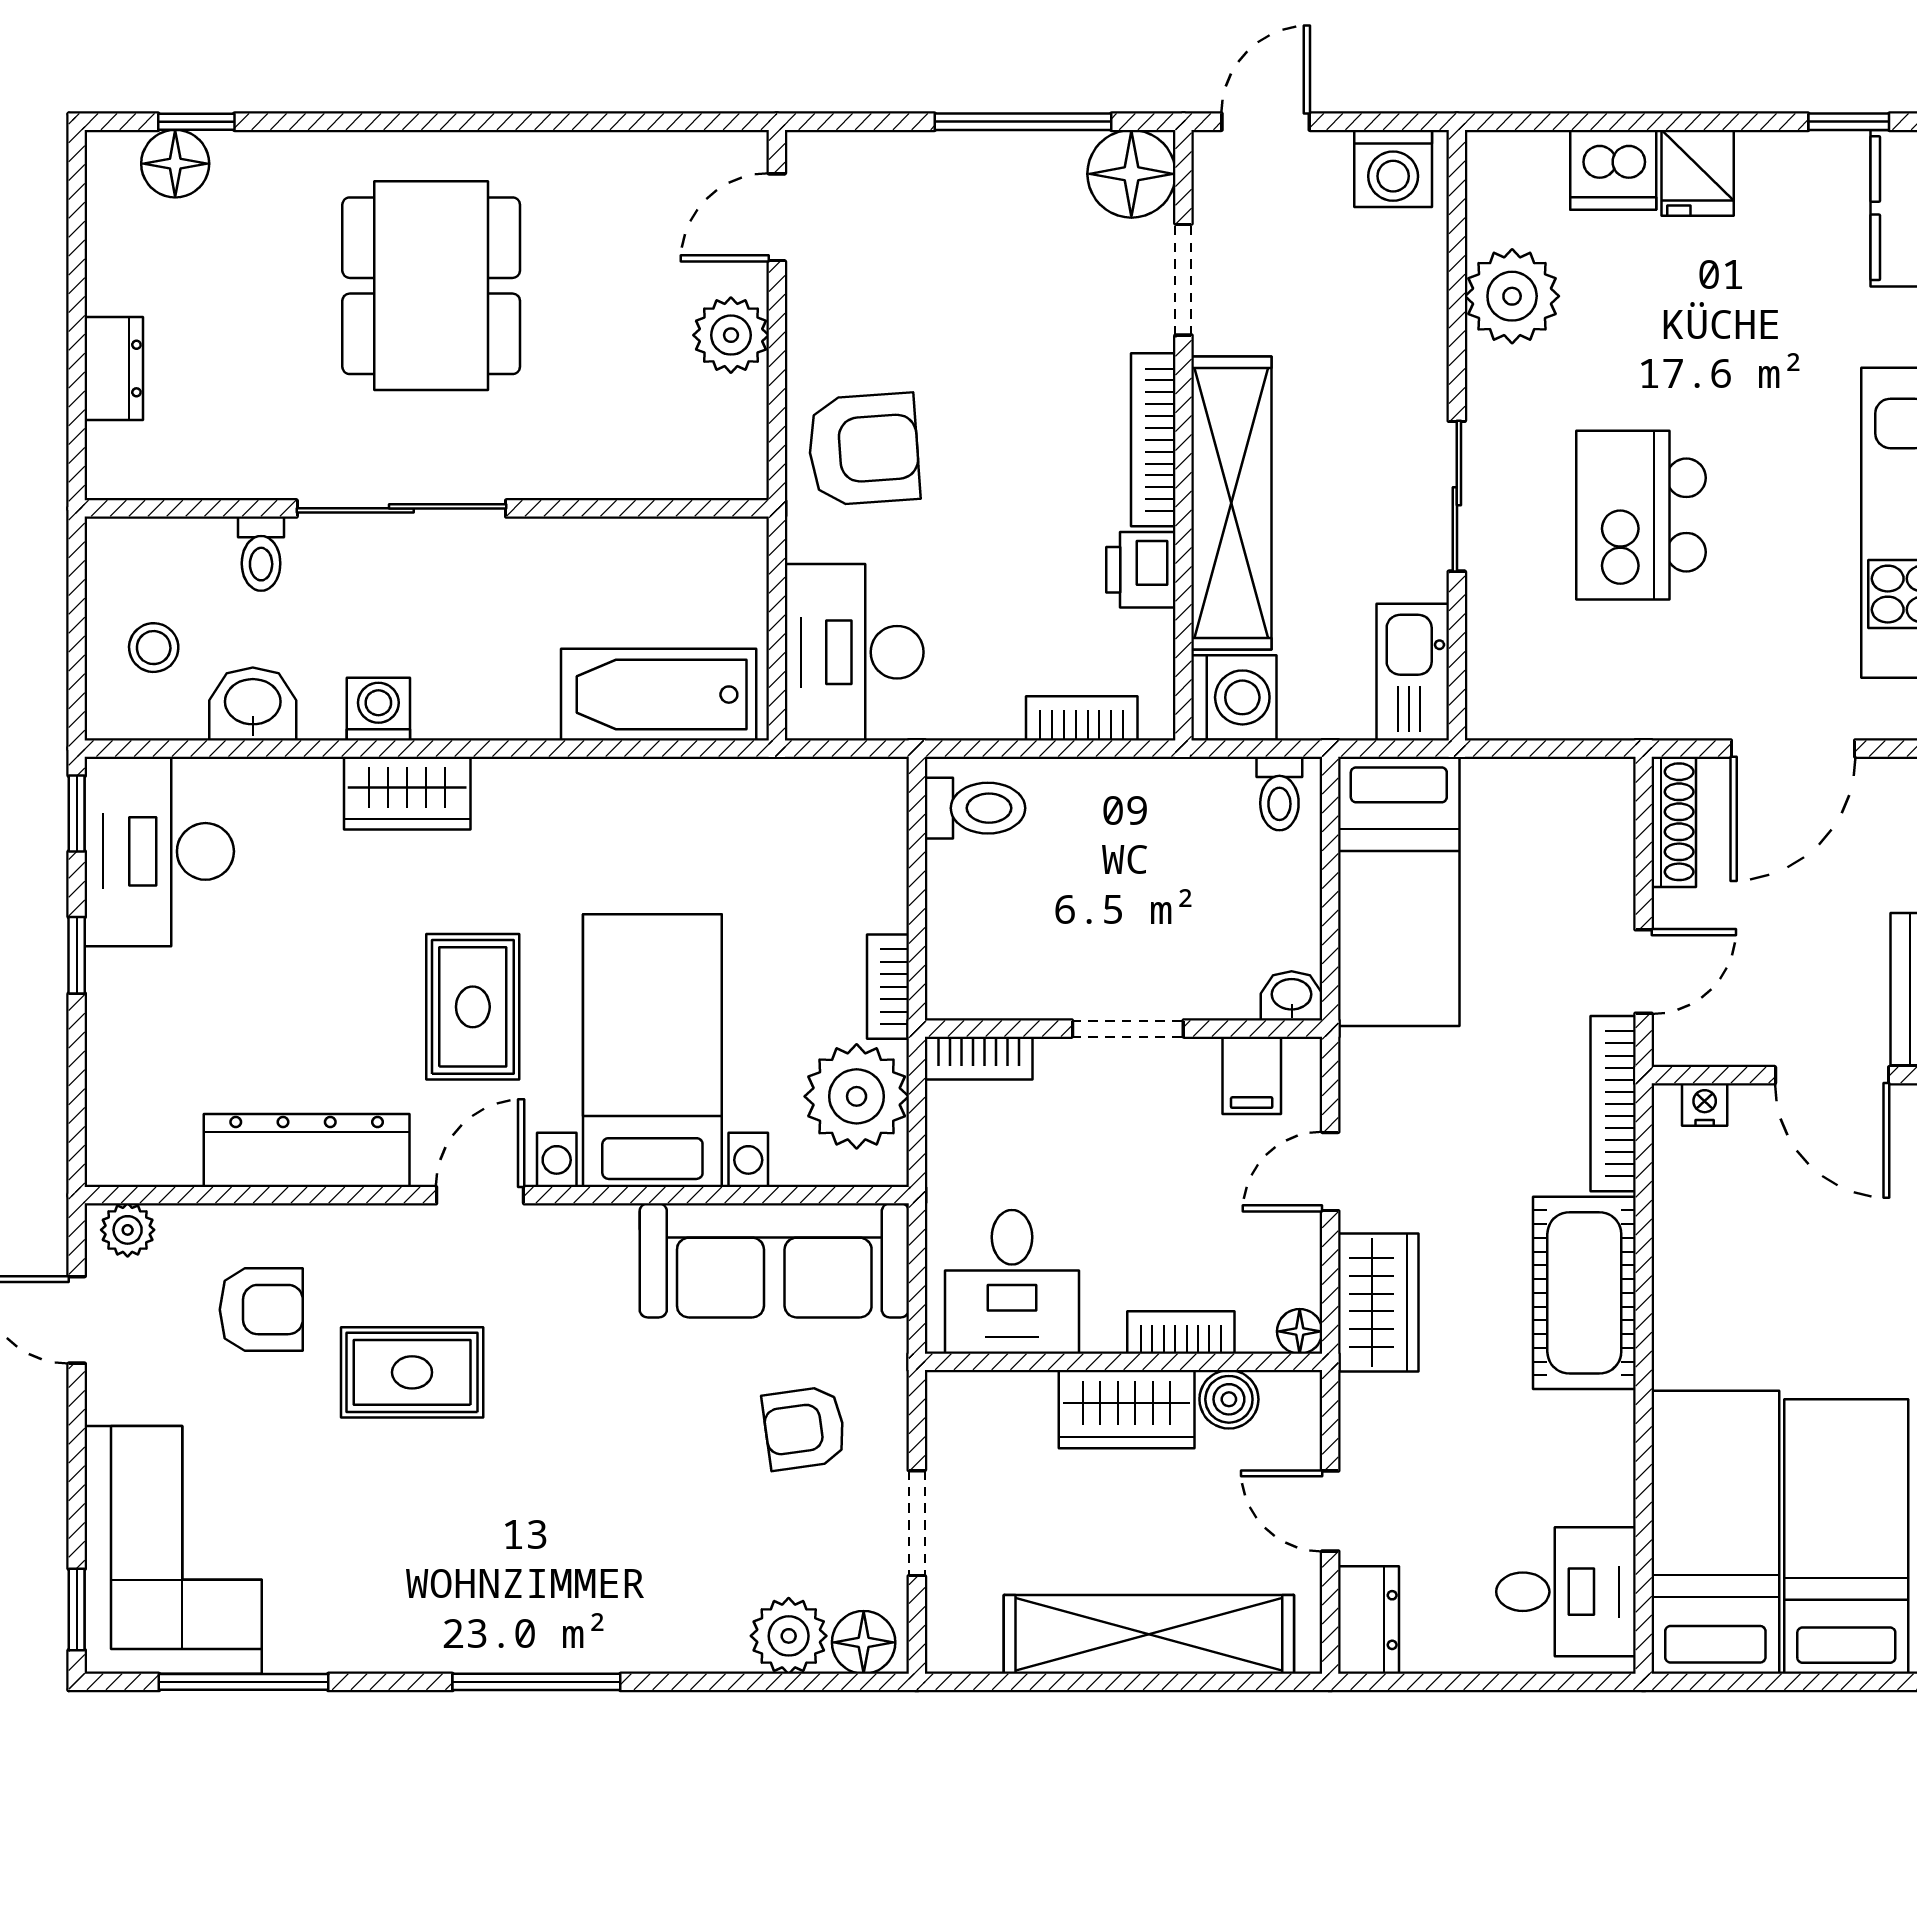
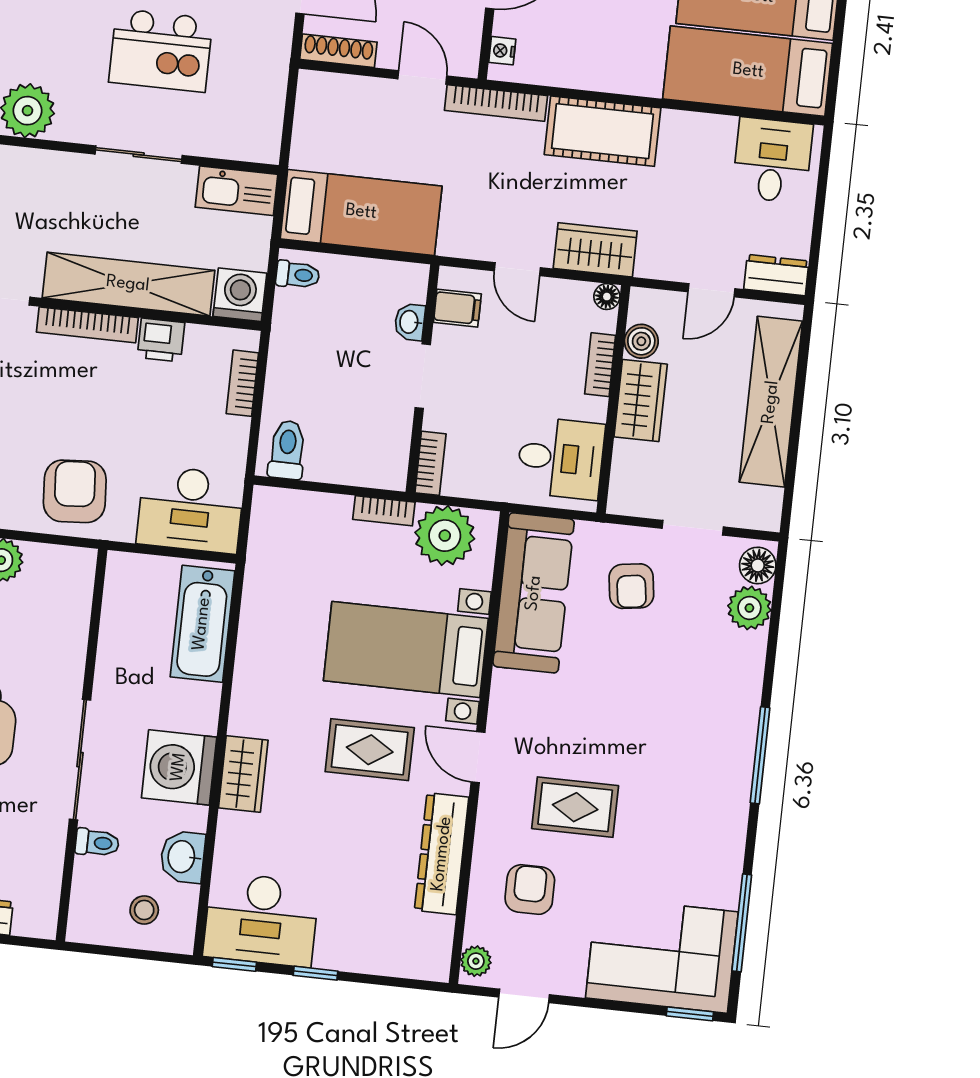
washing machine: (378, 709) -> (179, 767), width x1.89, depth x1.89
washbasin: (1292, 996) -> (410, 322), moved
rug: (412, 1372) -> (575, 807), turned 90

